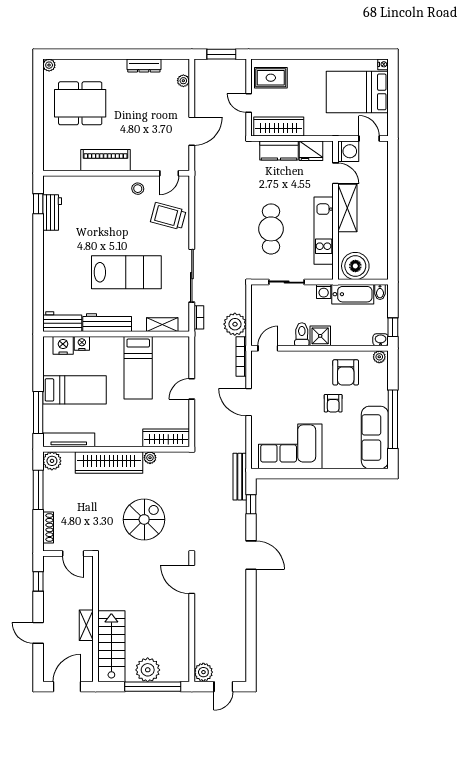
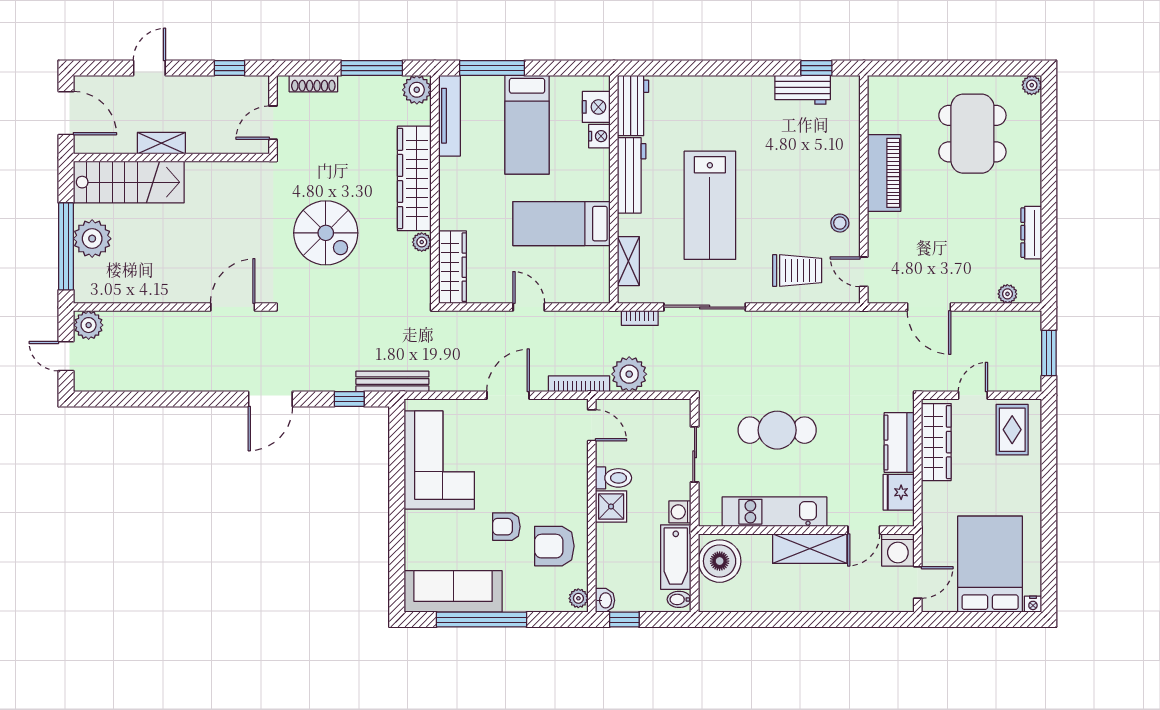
trolley: (168, 216) -> (797, 271), turned 75

